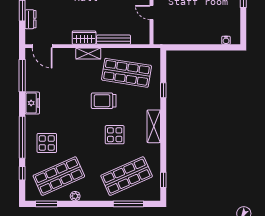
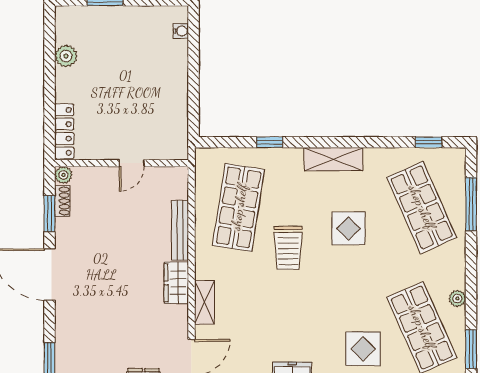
shelving: (88, 54) -> (204, 302), moved

